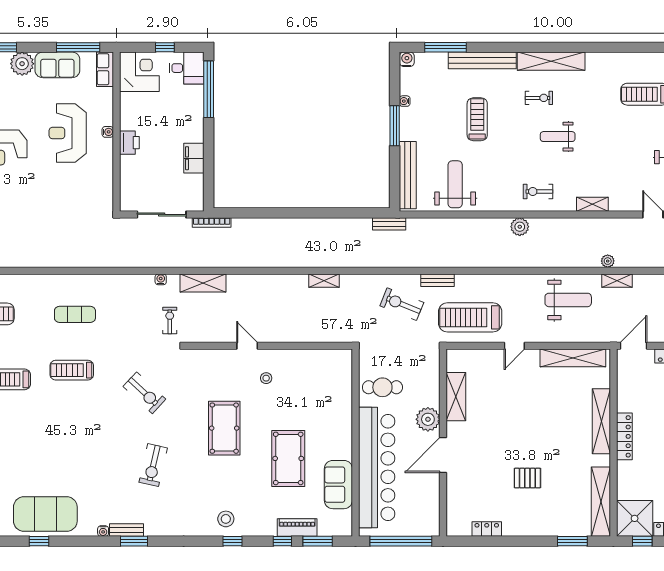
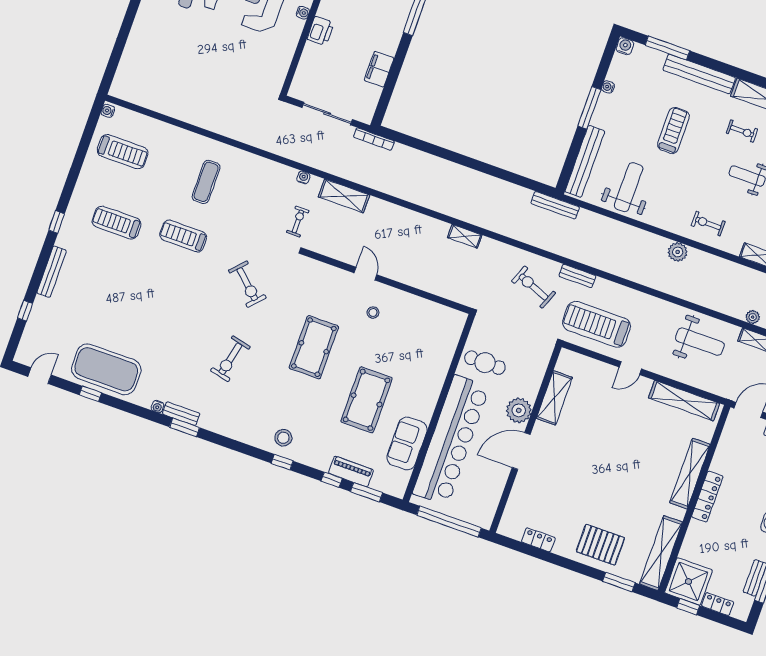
bench: (389, 224) -> (555, 205), width x1.36
exercise mat: (75, 314) -> (206, 182), turned 90
pallet: (527, 478) -> (600, 545), moved, width x1.50, depth x1.42

